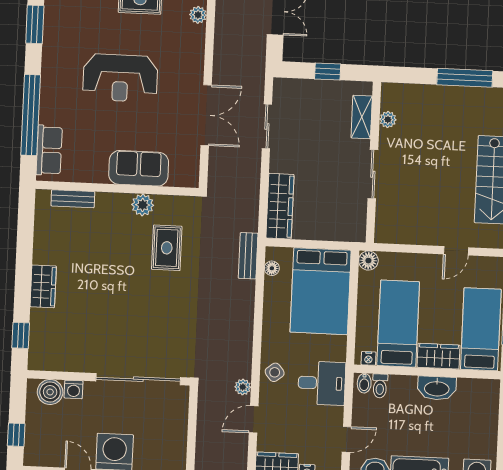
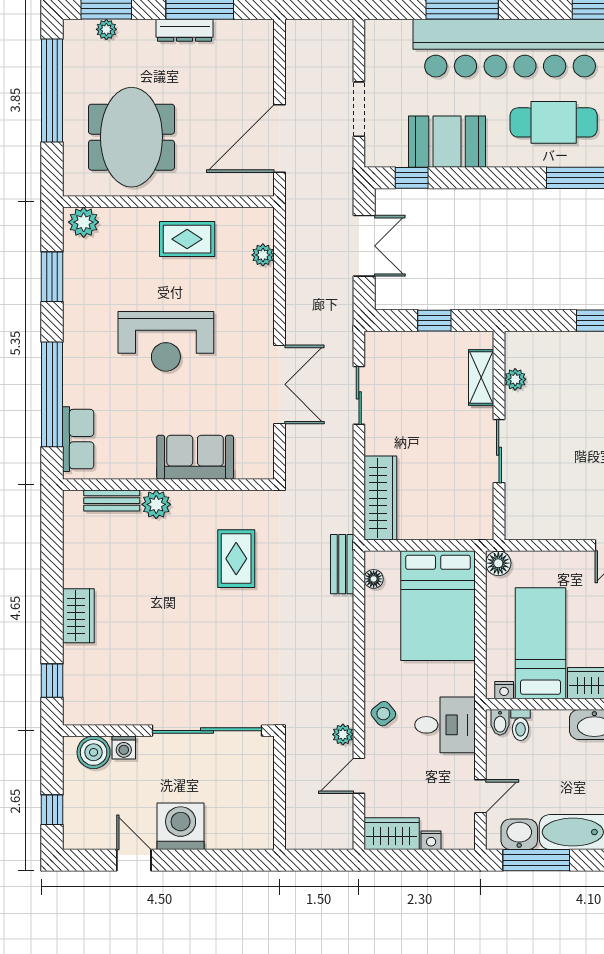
plant: (143, 205) -> (156, 504), moved

